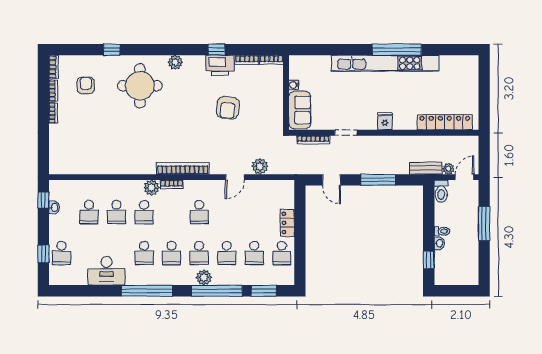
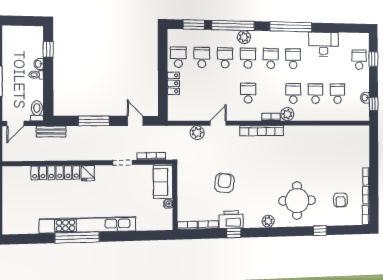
locker: (445, 122) -> (56, 173), moved
plant: (448, 169) -> (30, 131), removed

